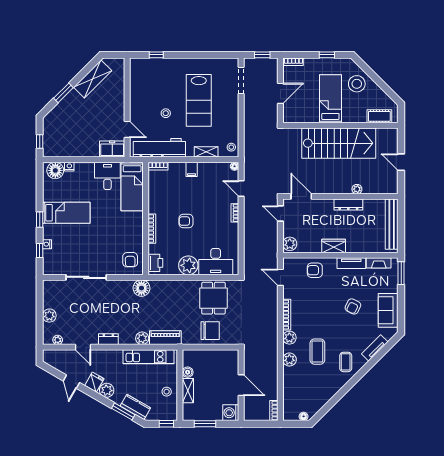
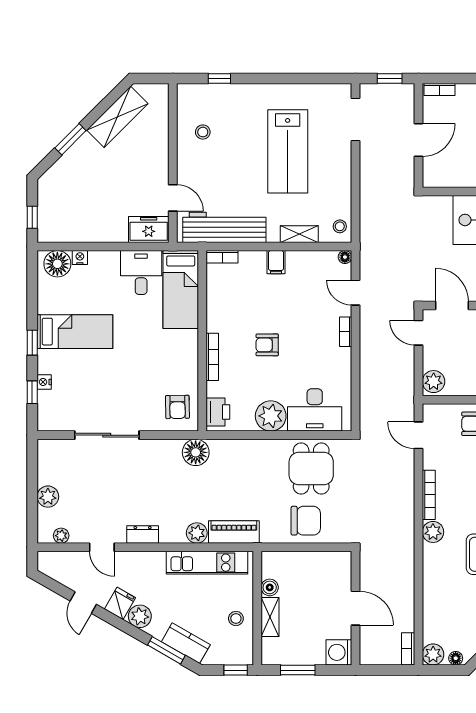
stool: (166, 113) -> (203, 132), moved
plant: (289, 360) -> (433, 654), moved

